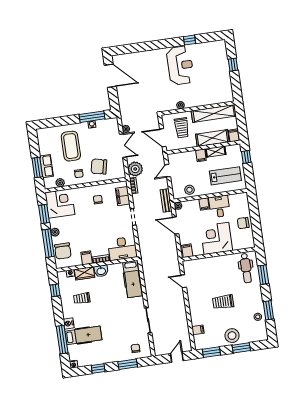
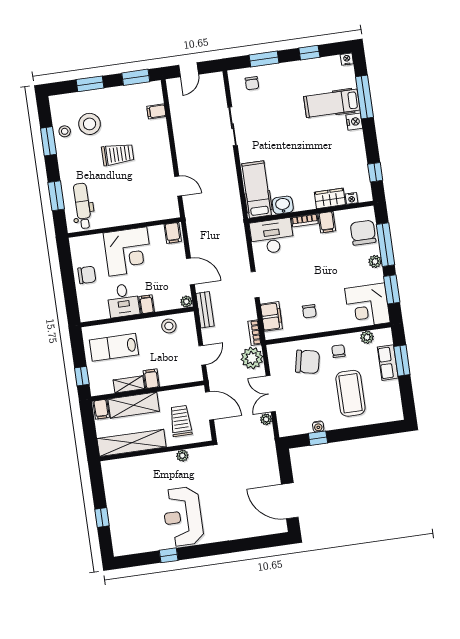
window: (92, 117) -> (318, 438), width x0.46
washbasin: (101, 271) -> (283, 205), moved
trolley: (82, 298) -> (334, 160), removed
stool: (232, 336) -> (90, 124), moved

